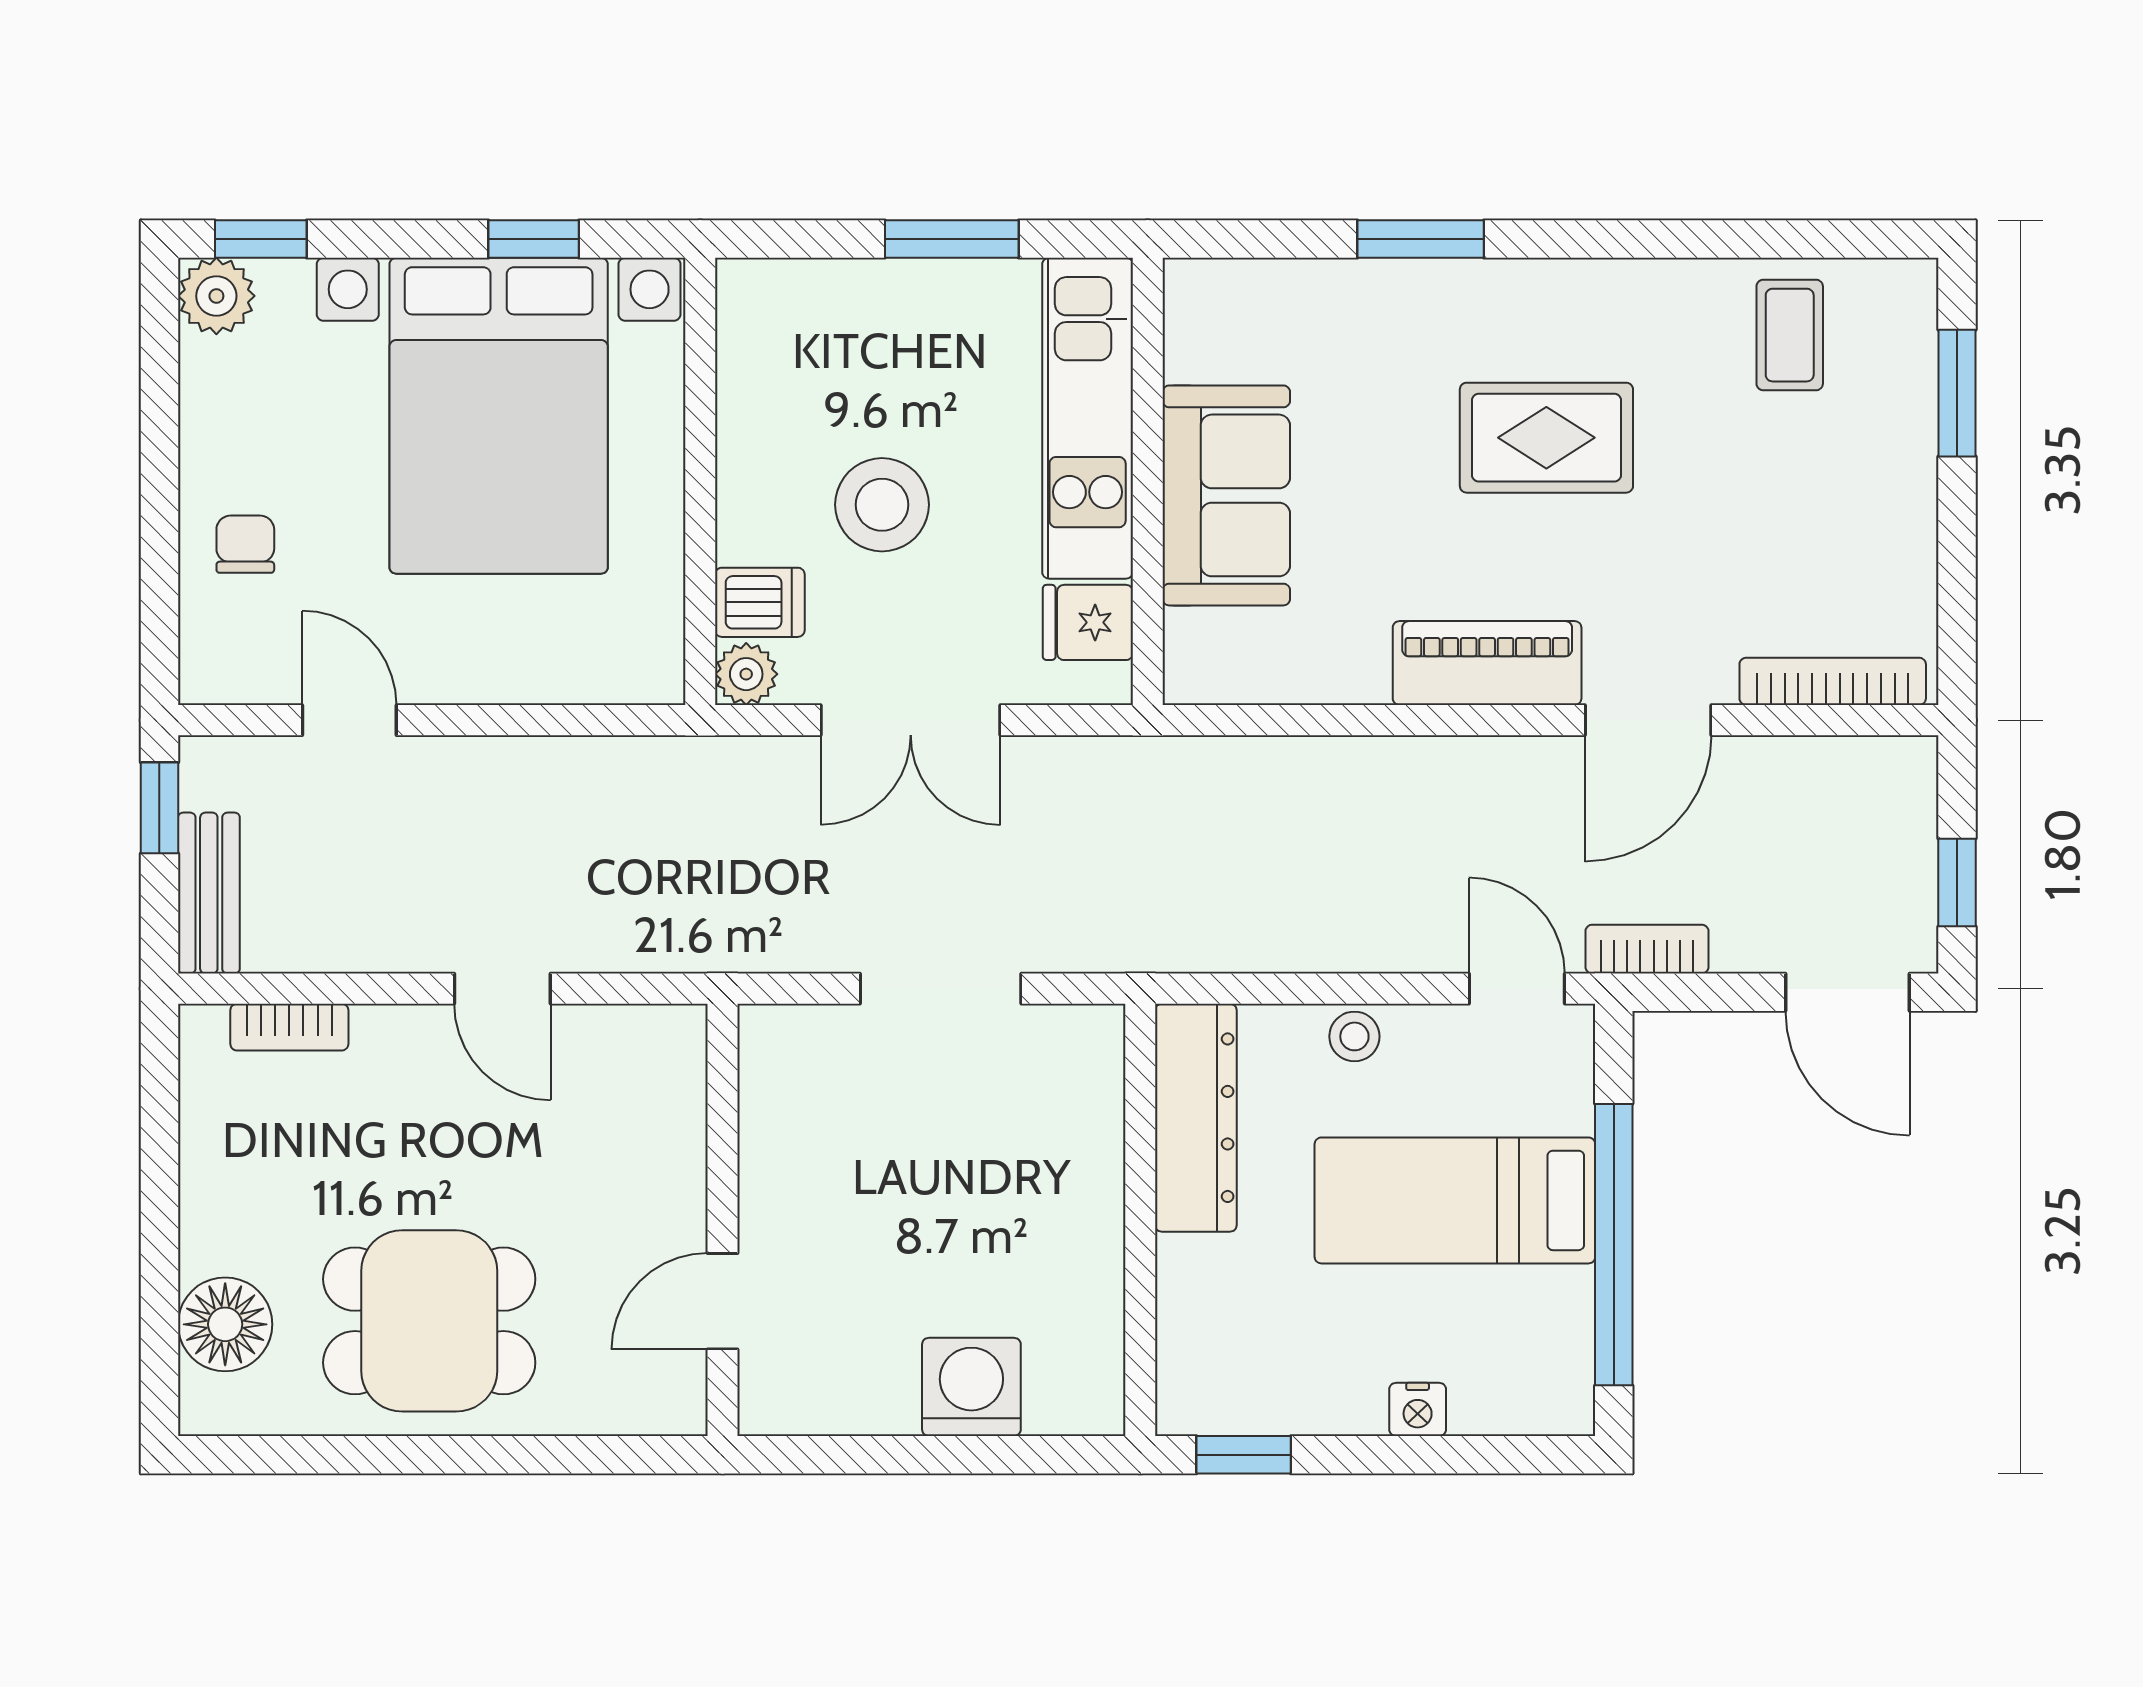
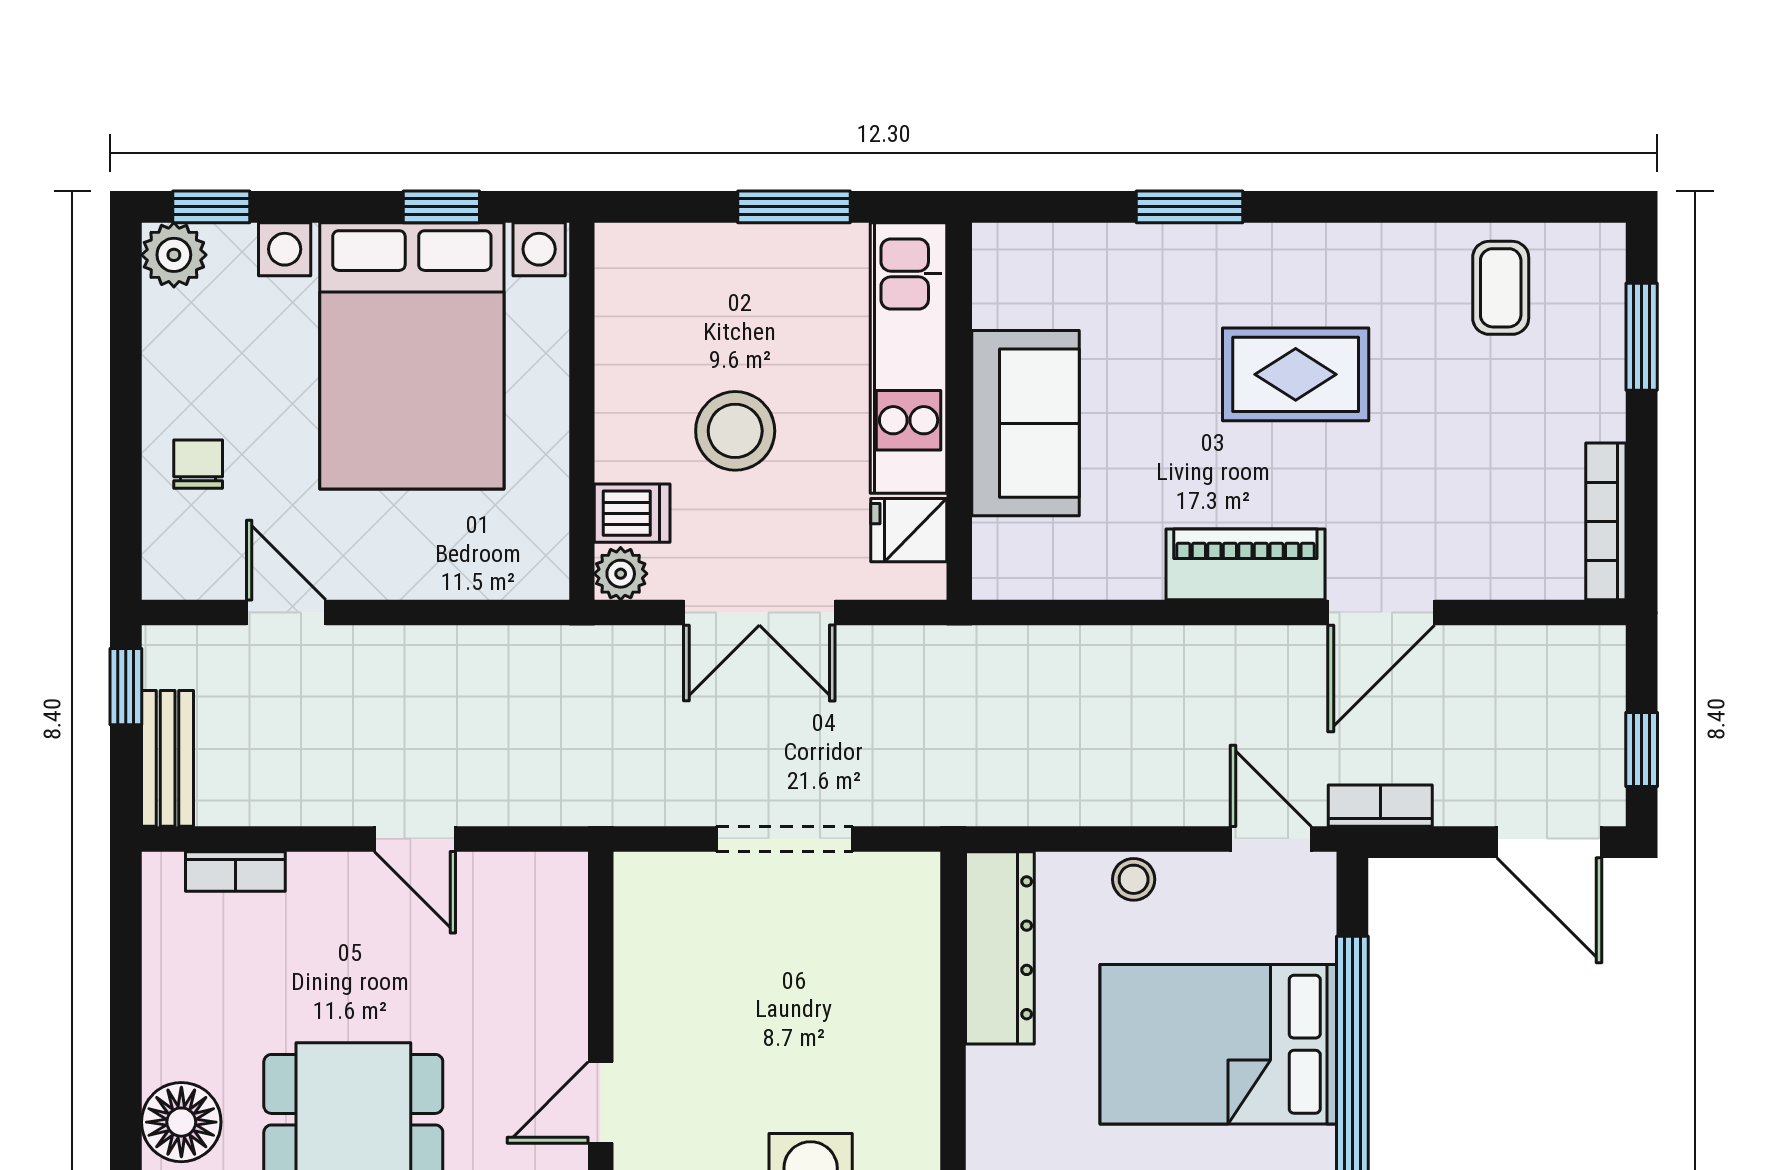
bookcase: (1833, 681) -> (1606, 521), moved, turned -90
bed: (1455, 1200) -> (1218, 1044), width x1.50

